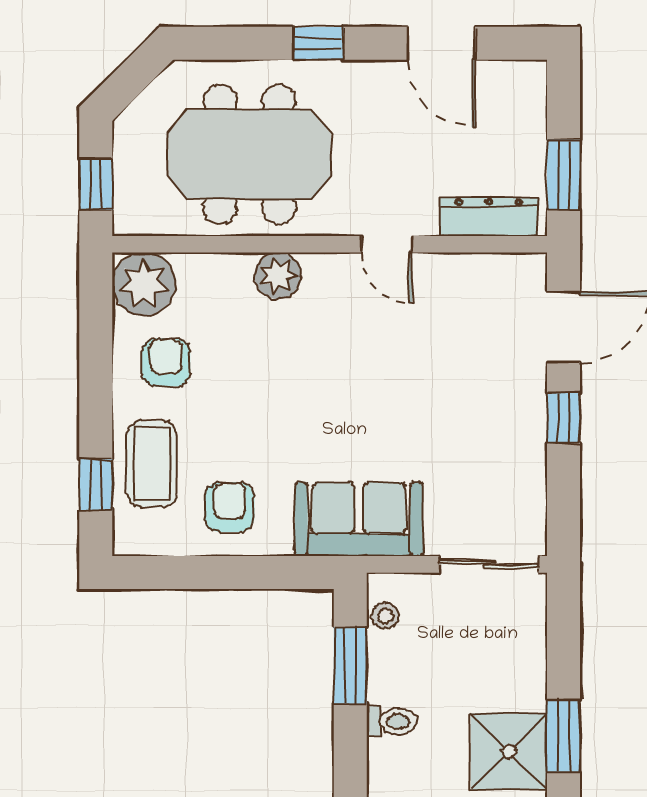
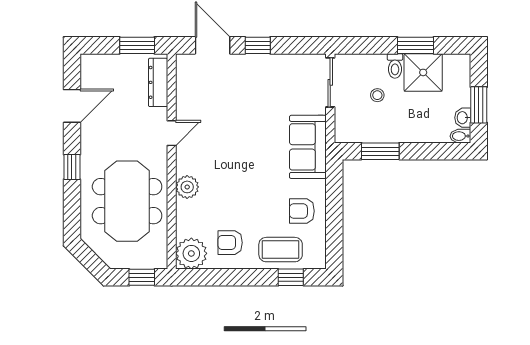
stool: (385, 616) -> (377, 95), moved
toilet: (392, 721) -> (395, 66), moved, turned 180

